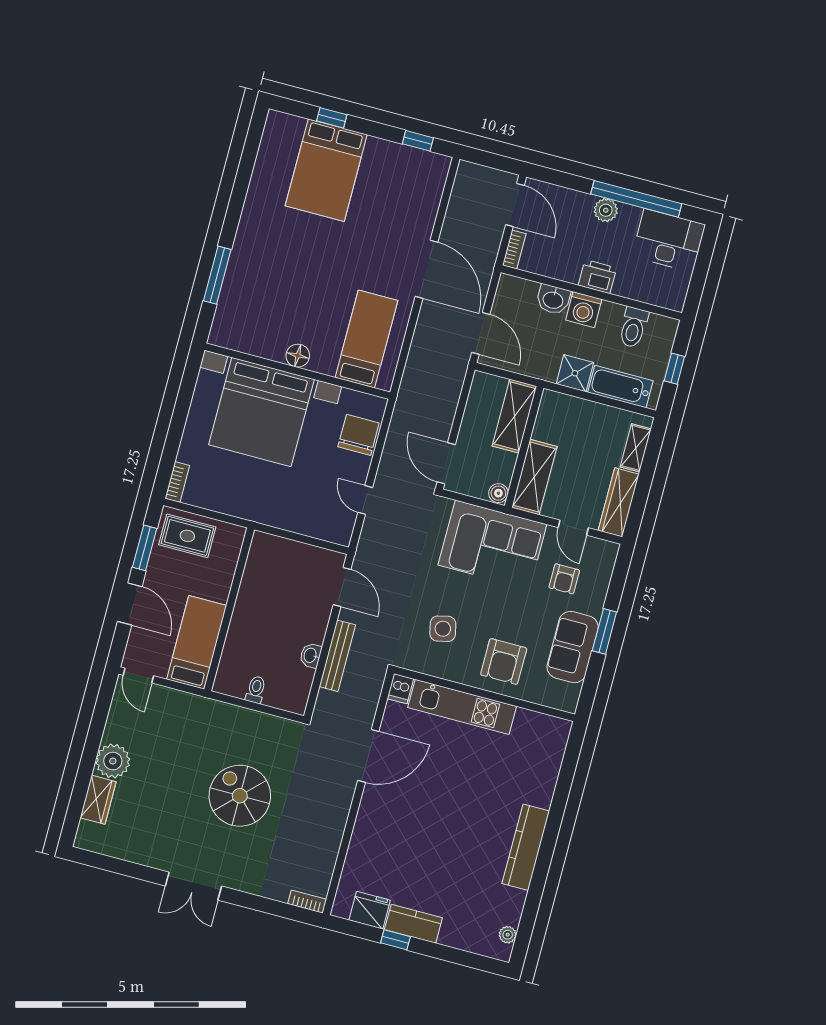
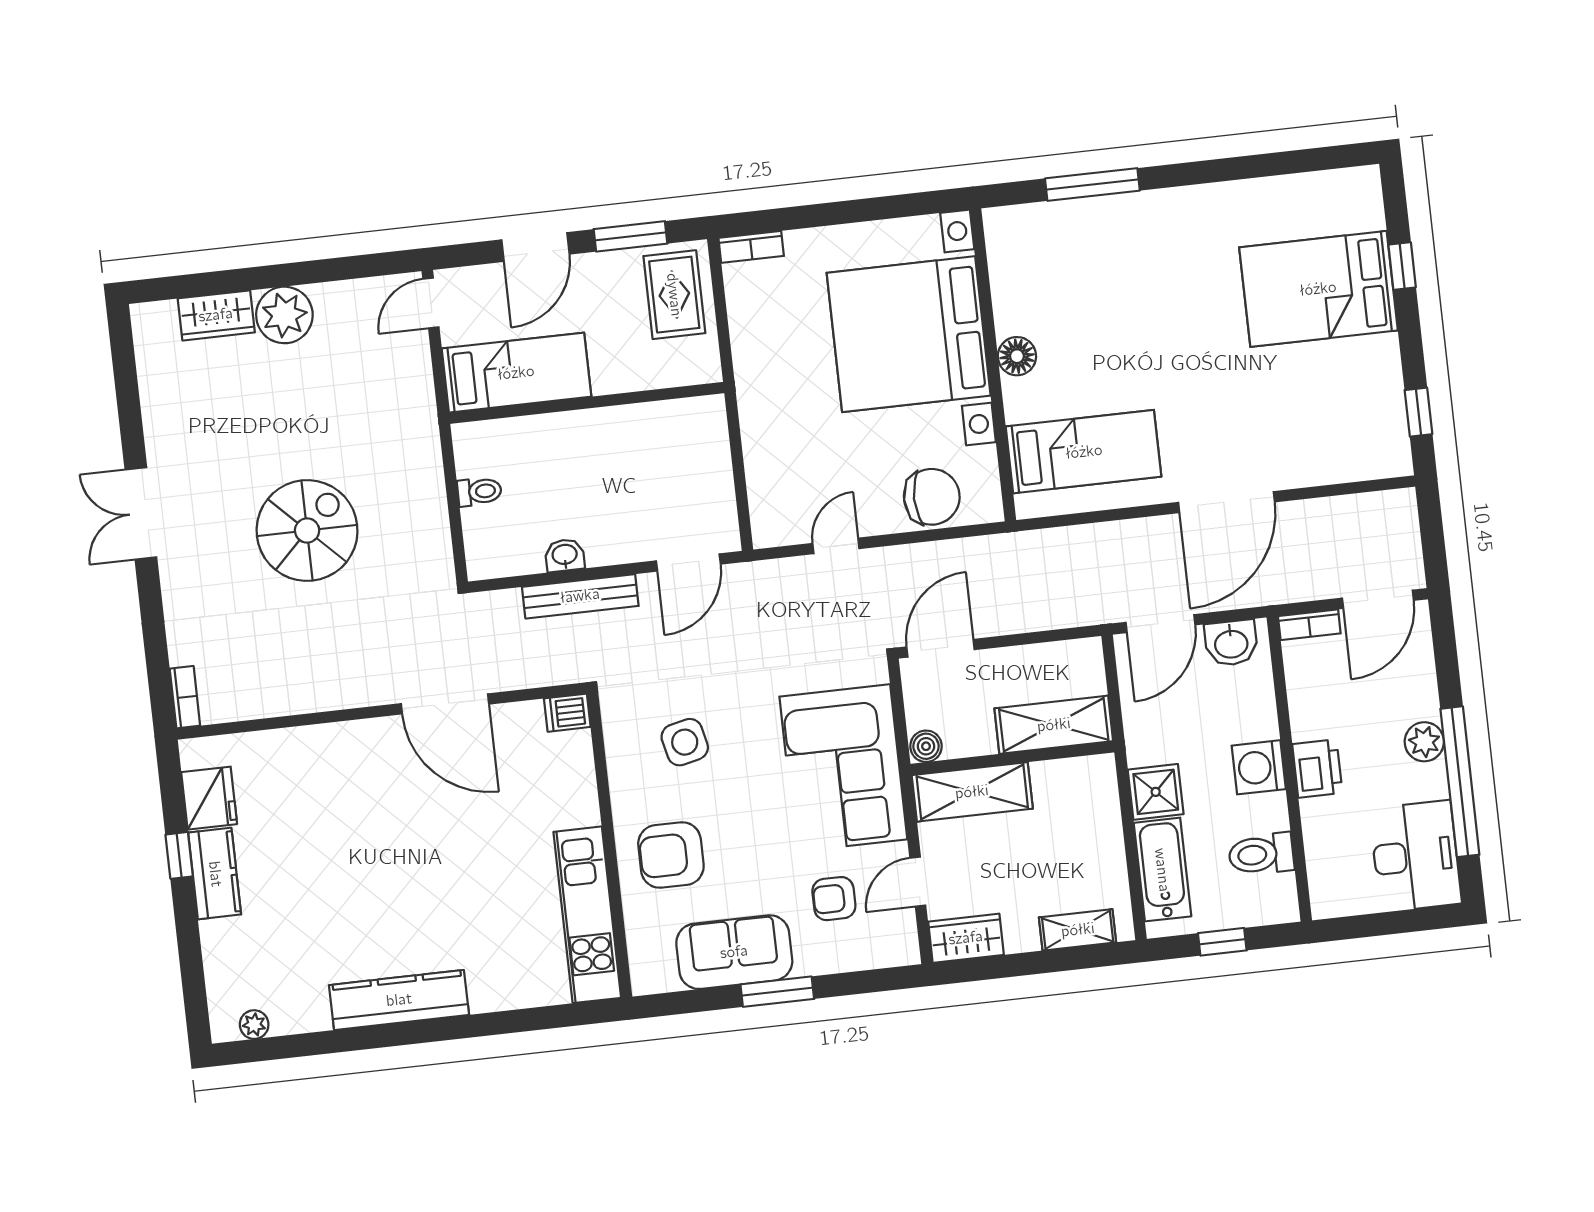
washbasin: (553, 299) -> (1231, 643), moved, turned -90
wardrobe: (619, 502) -> (966, 938), width x0.67
kitchen unit: (462, 707) -> (587, 915), moved

